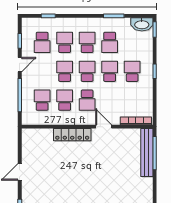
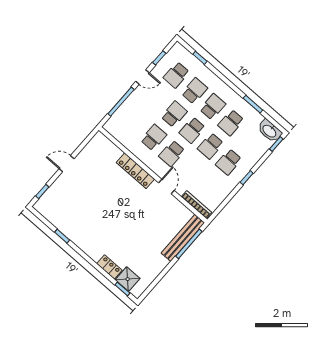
school desk: (87, 71) -> (192, 130), turned 180
school desk: (110, 71) -> (210, 146), turned 180
school desk: (132, 71) -> (229, 162), turned 180
school desk: (42, 100) -> (135, 122), removed

